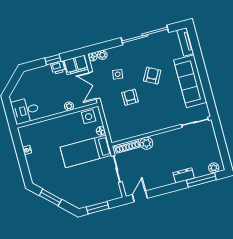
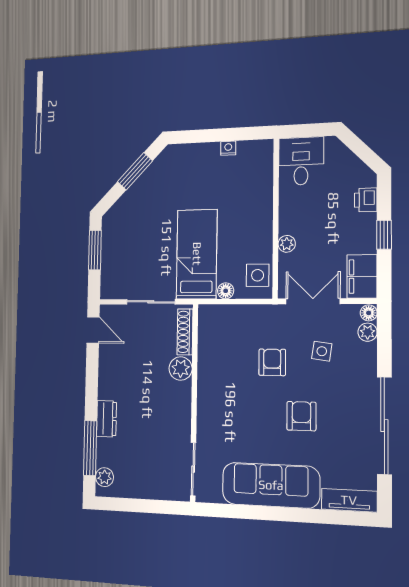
printer: (58, 68) -> (366, 200), moved
armchair: (152, 76) -> (301, 416), turned -118
armchair: (130, 97) -> (272, 362), turned -90

